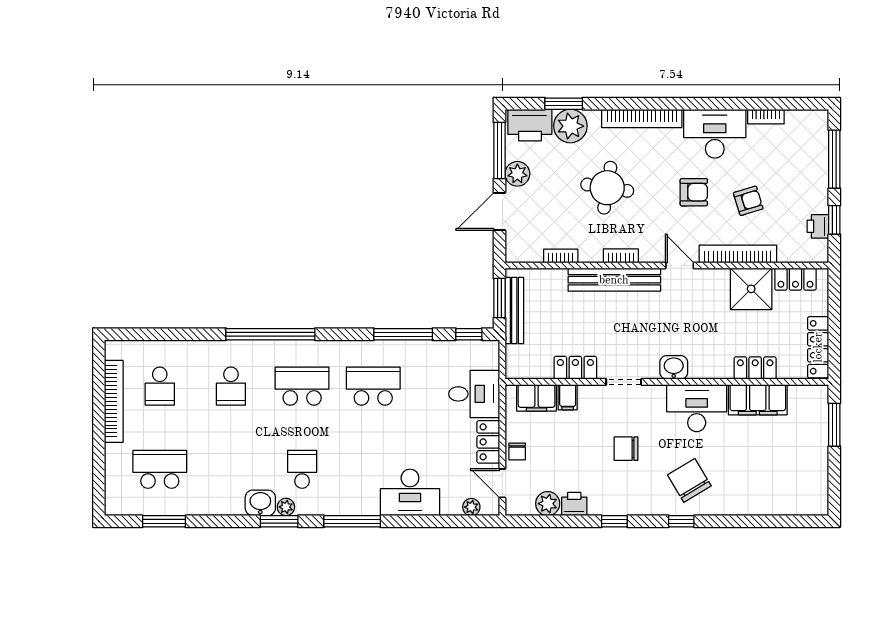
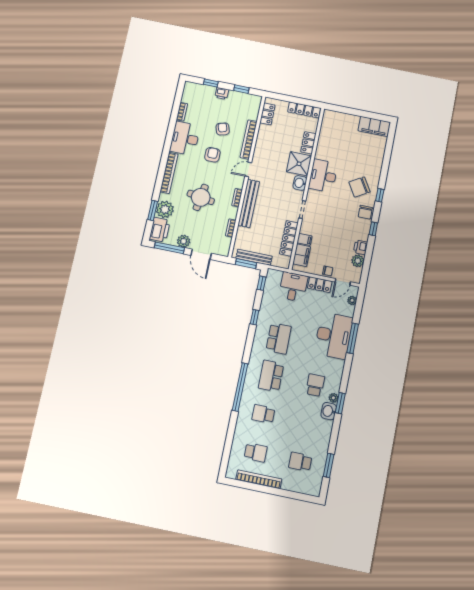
window: (834, 159) -> (211, 83), width x0.46
printer: (818, 226) -> (222, 93), moved
shower: (751, 289) -> (299, 164), moved
window: (403, 334) -> (255, 317), width x0.46
locker: (575, 368) -> (289, 238), width x1.53
school desk: (231, 386) -> (263, 414), turned 180
school desk: (373, 386) -> (279, 338), turned 180
filing cabinet: (758, 400) -> (374, 126), moved, turned 90
window: (834, 425) -> (345, 110), removed
chair: (626, 449) -> (365, 212), moved
school desk: (160, 469) -> (300, 462), width x0.54
school desk: (302, 469) -> (315, 385), turned 90
desk: (410, 492) -> (334, 336), width x1.36, depth x1.30
window: (352, 521) -> (353, 338), moved

